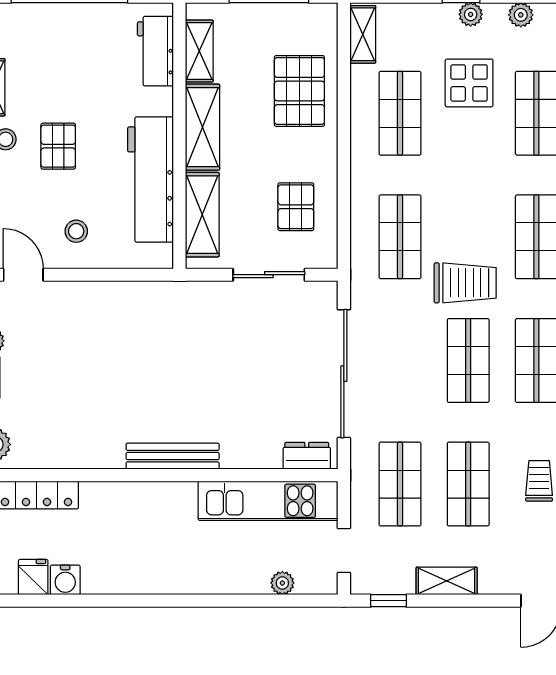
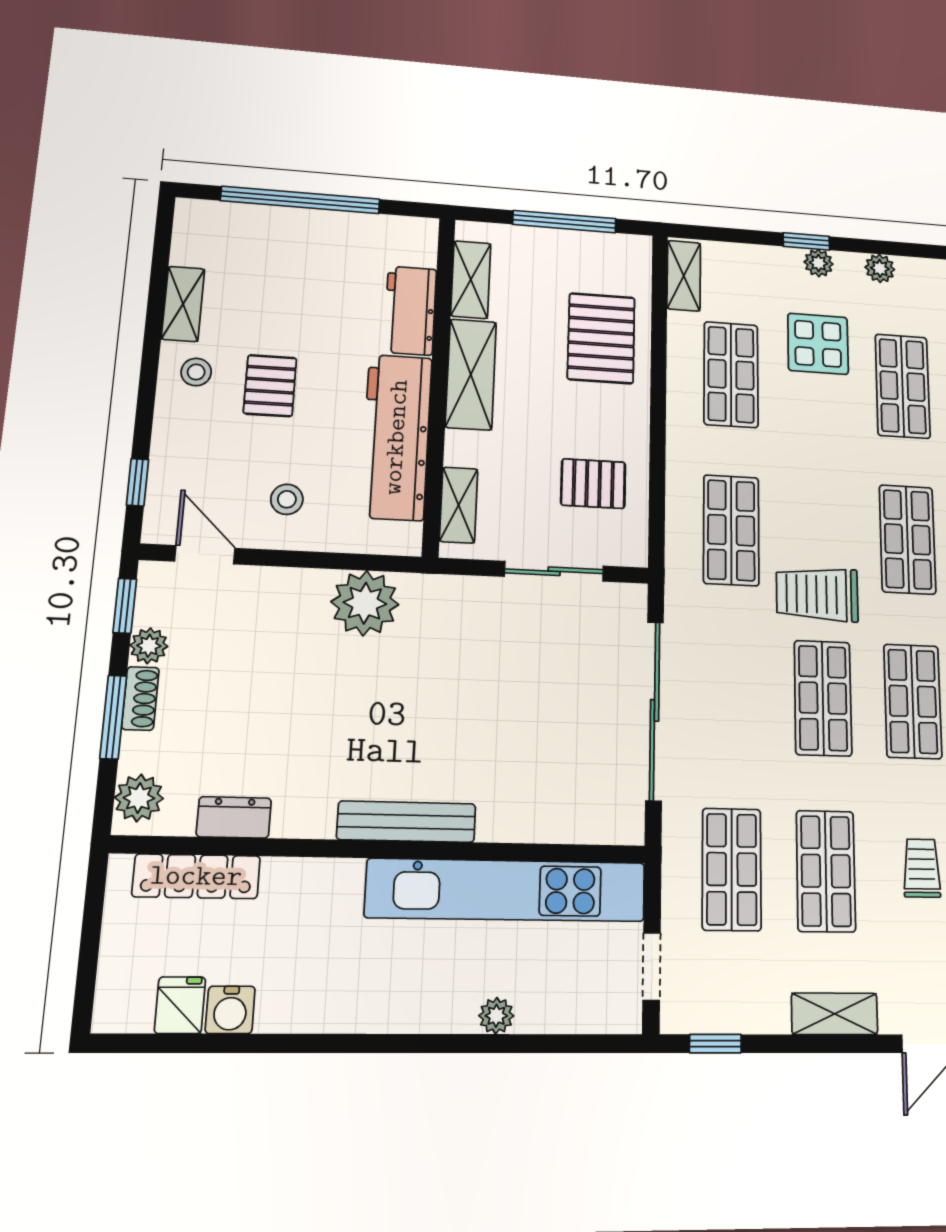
workbench: (155, 51) -> (410, 311), moved
pallet: (296, 207) -> (593, 484), turned 90
shelving: (202, 215) -> (459, 505), width x0.67, depth x0.75
trolley: (465, 283) -> (817, 594), turned 180
plant: (135, 304) -> (365, 603), added
dresser: (307, 456) -> (234, 817), moved
kitchen unit: (268, 501) -> (507, 890), width x1.36
shelving: (447, 581) -> (835, 1014), moved
plant: (282, 583) -> (496, 1016), moved

